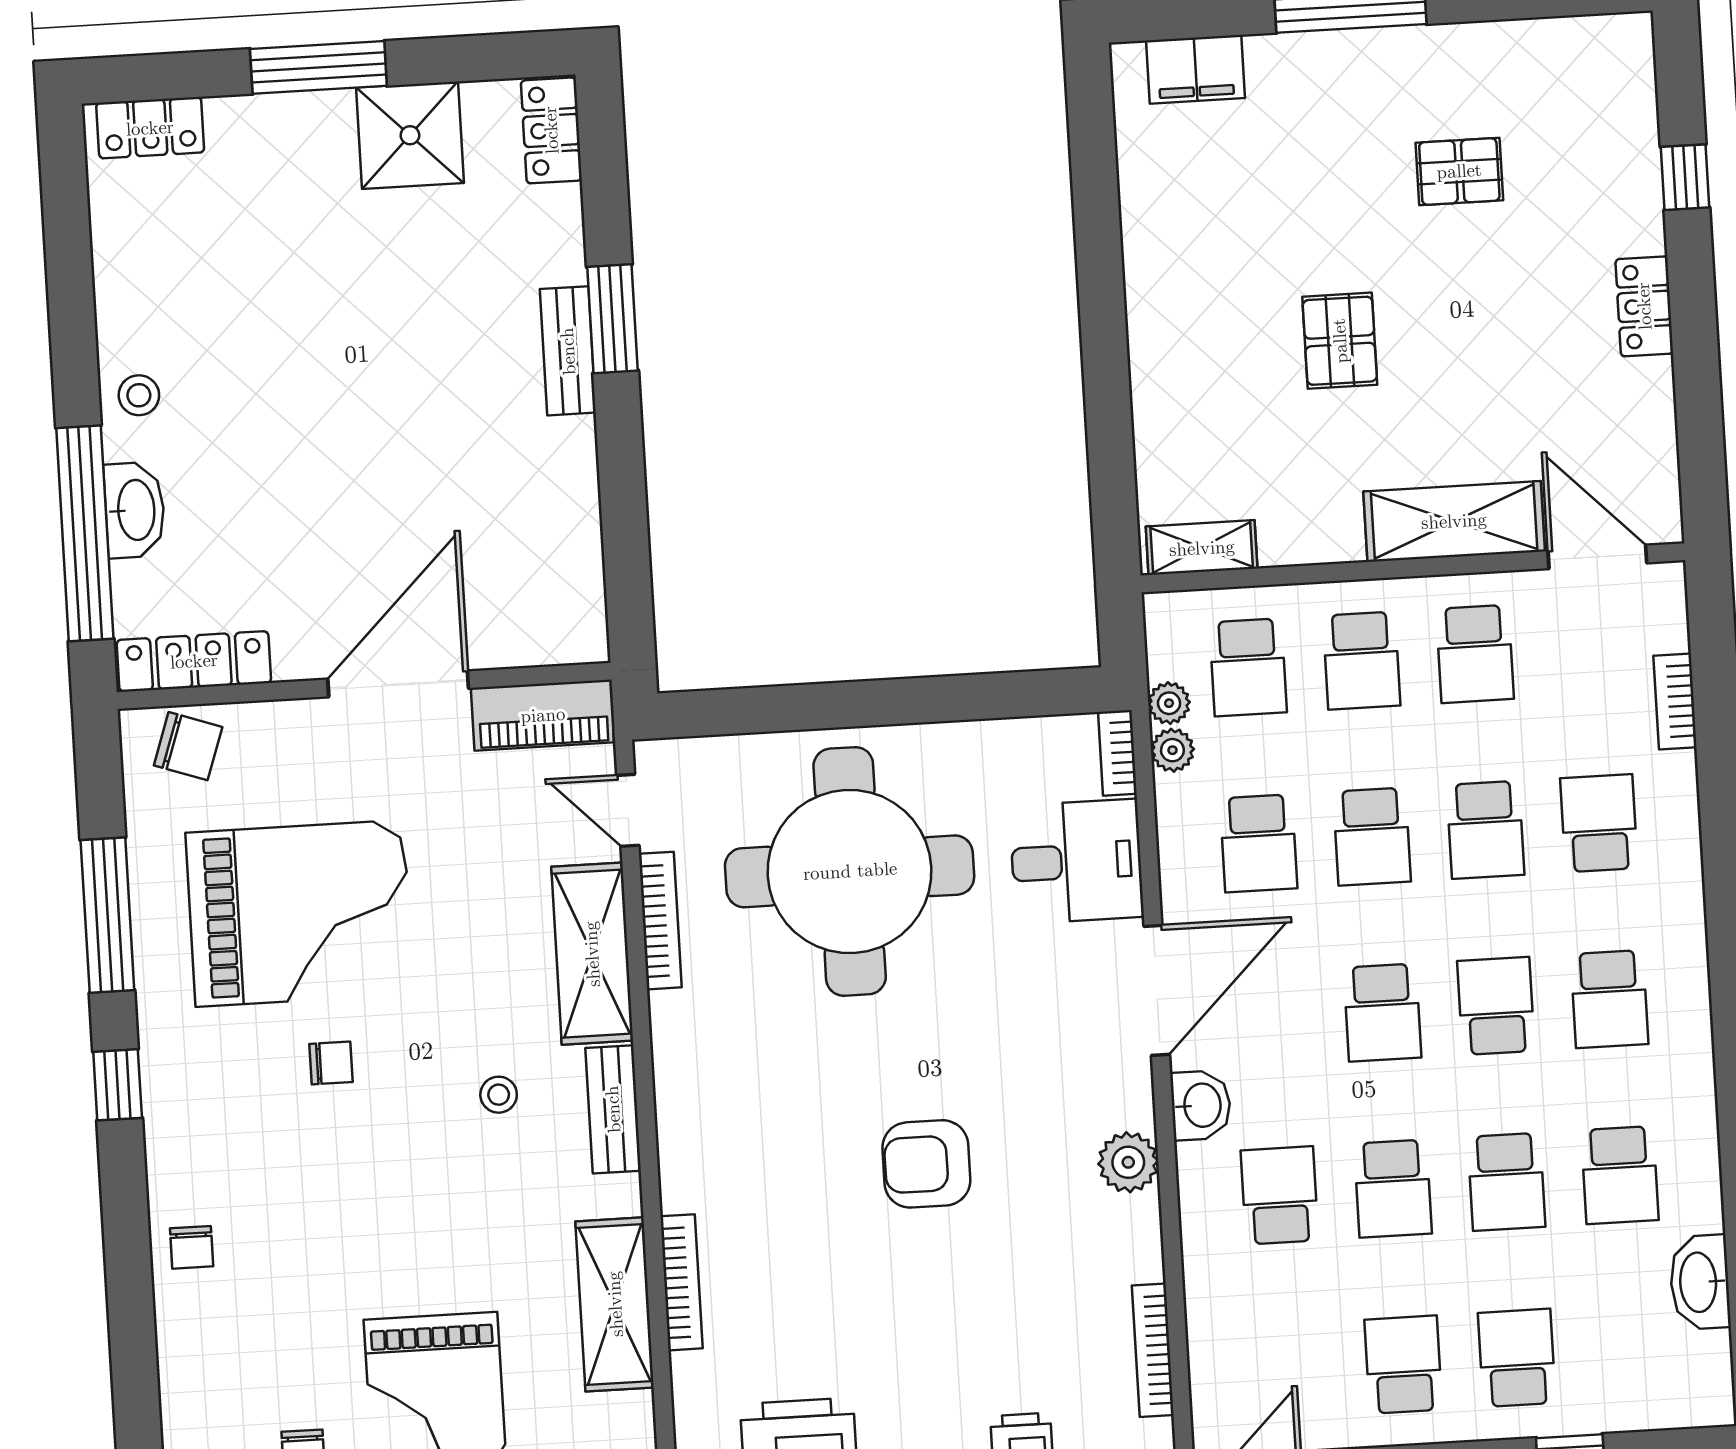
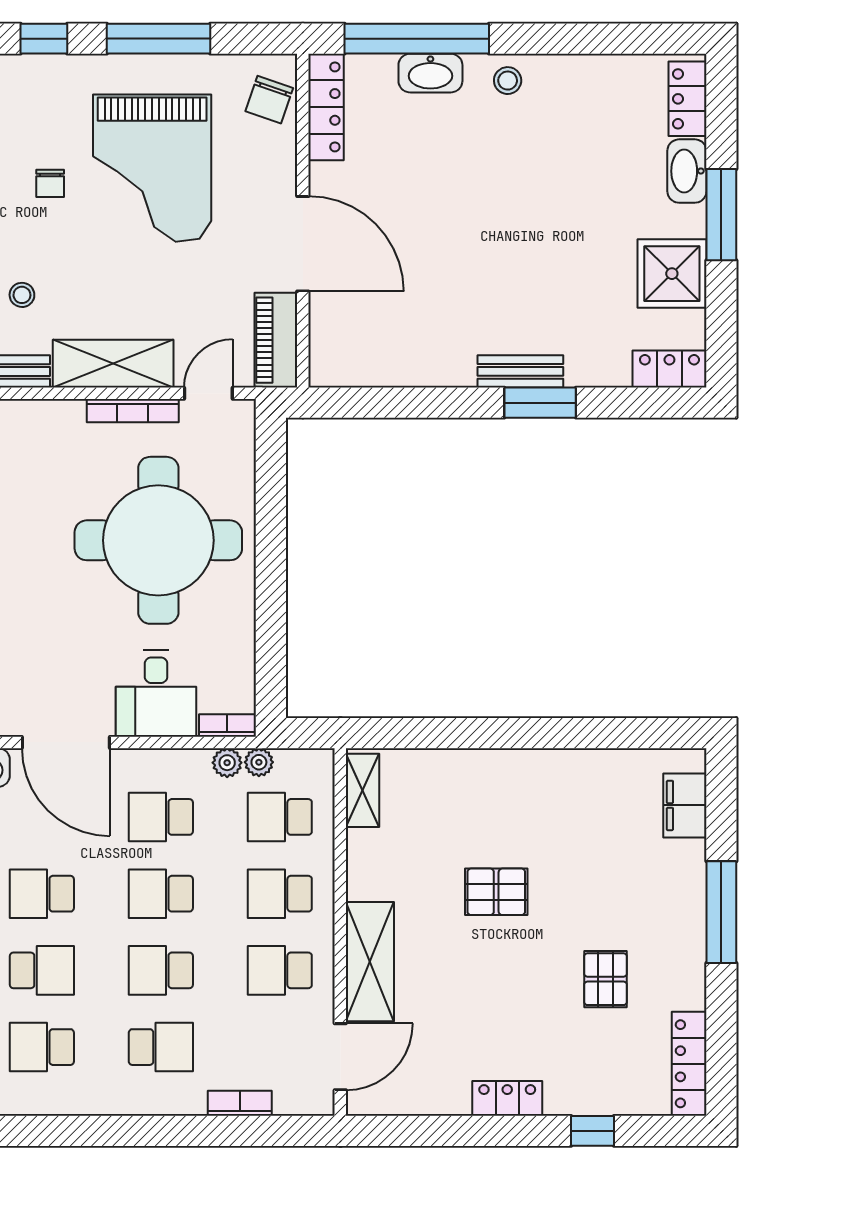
locker: (1577, 40) -> (689, 1064), added
washbasin: (257, 122) -> (687, 171), added

